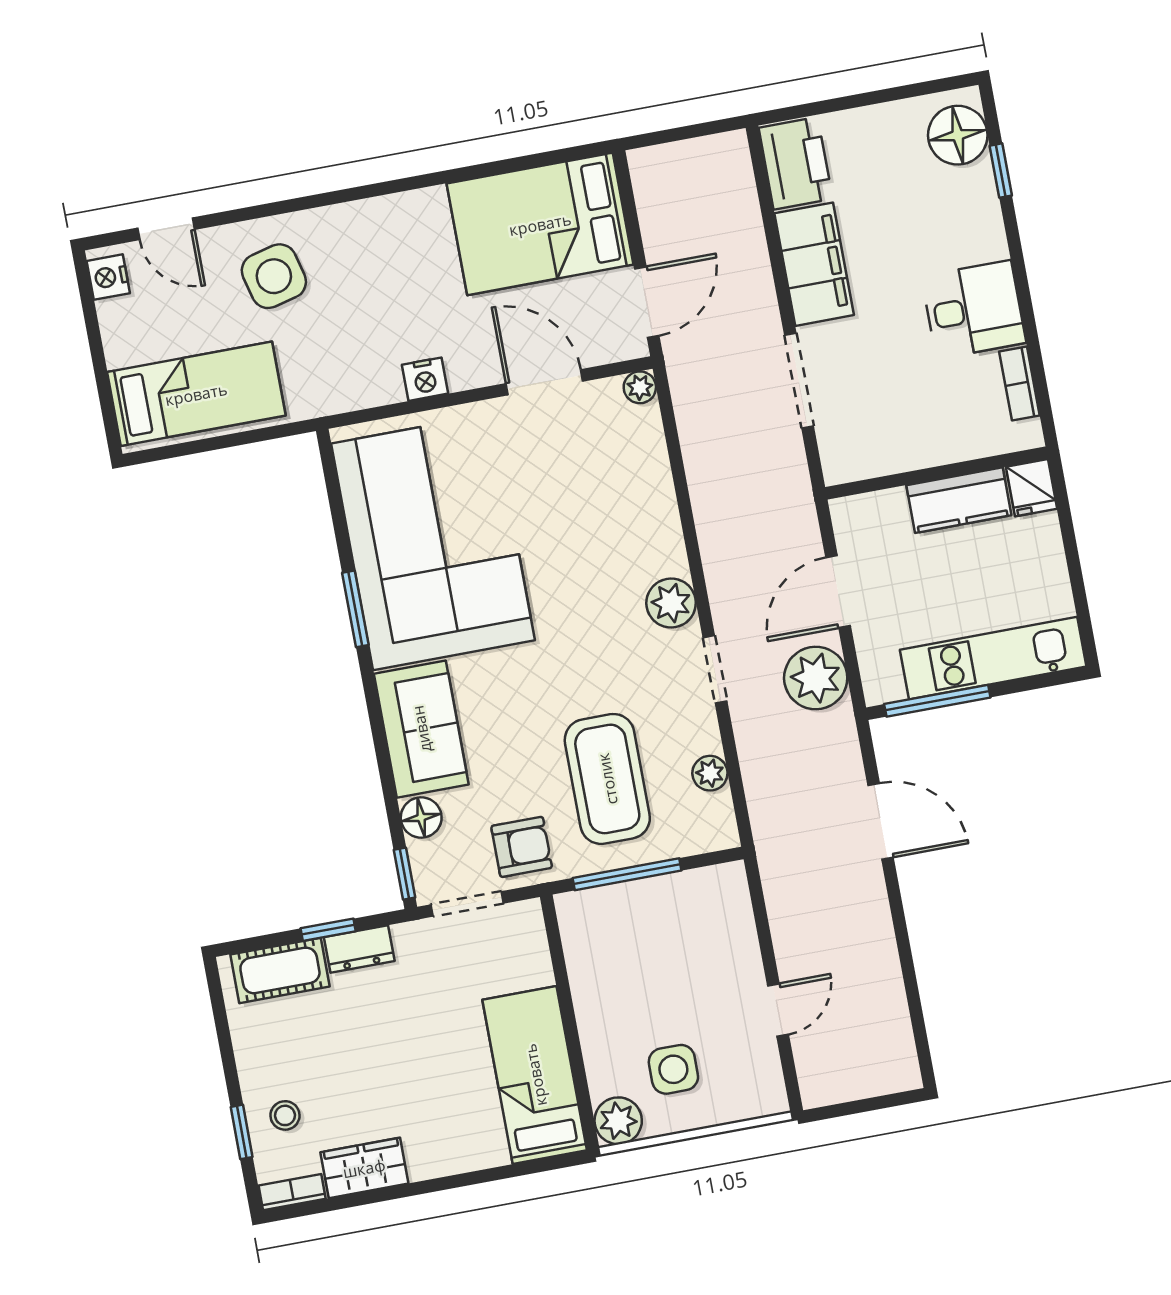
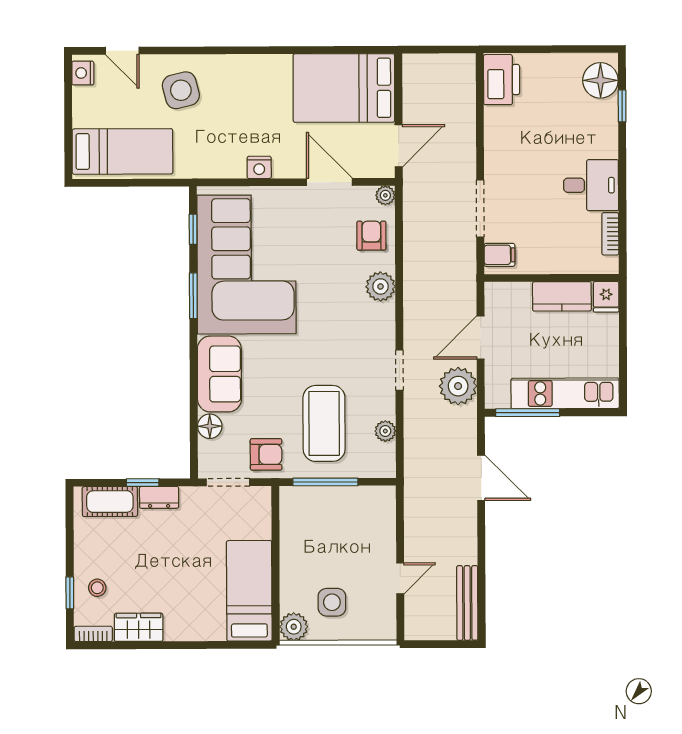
filing cabinet: (814, 264) -> (499, 255), moved, width x0.33, depth x0.86
armchair: (629, 457) -> (371, 236), added
plant: (671, 603) -> (381, 286), moved
window: (404, 874) -> (193, 229), moved
bench: (895, 1030) -> (467, 603), added

